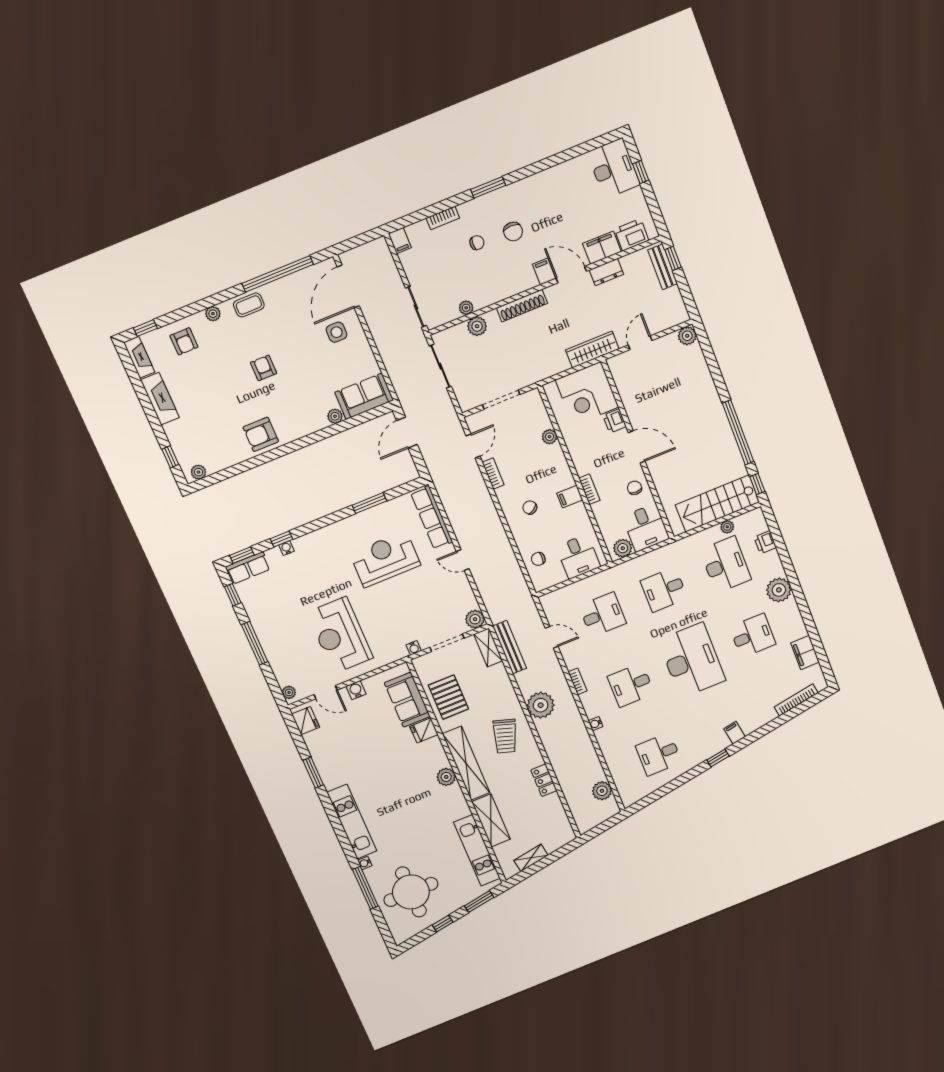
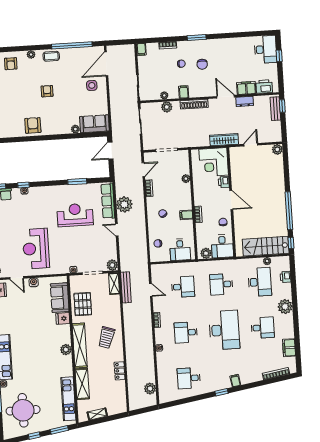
filing cabinet: (544, 271) -> (184, 92), moved
armchair: (261, 434) -> (33, 125), turned 90
plant: (541, 705) -> (124, 204), moved

